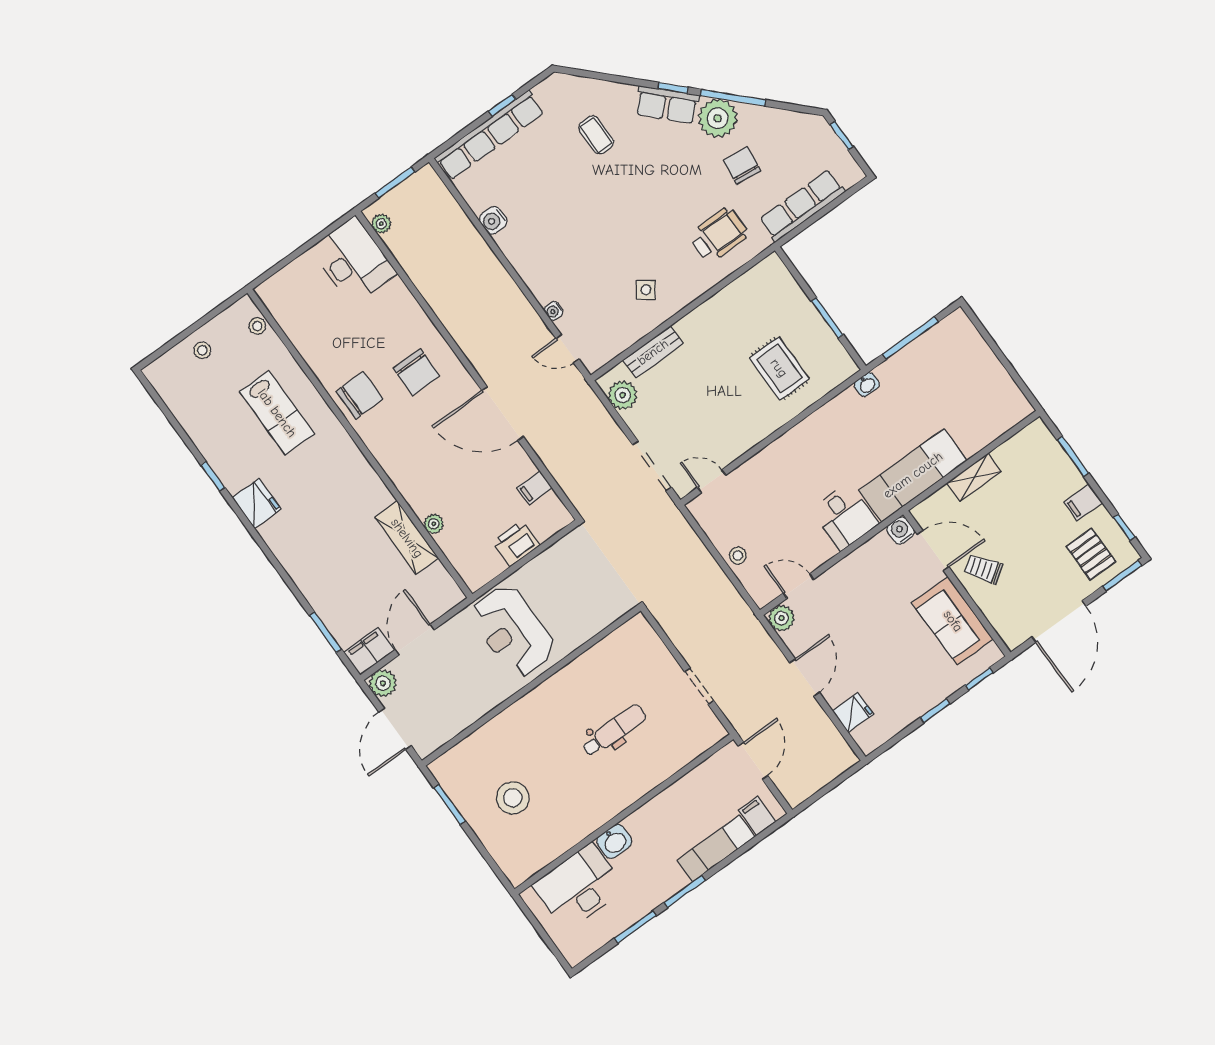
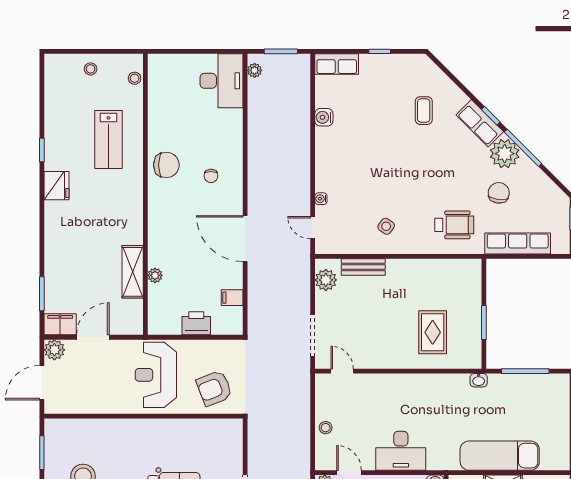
row of seats: (489, 135) -> (337, 64), width x0.50
chair: (417, 372) -> (211, 176), width x0.54, depth x0.54
exam couch: (913, 475) -> (500, 456), moved
desk: (845, 517) -> (401, 451), width x1.37
armchair: (586, 600) -> (214, 388), added

